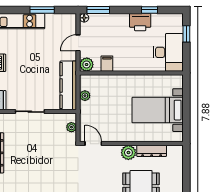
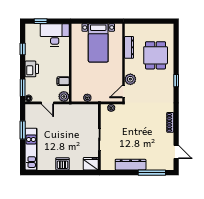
printer: (140, 22) -> (32, 69), moved
kitchen counter: (68, 85) -> (80, 110), removed
plant: (128, 153) -> (130, 79), moved

